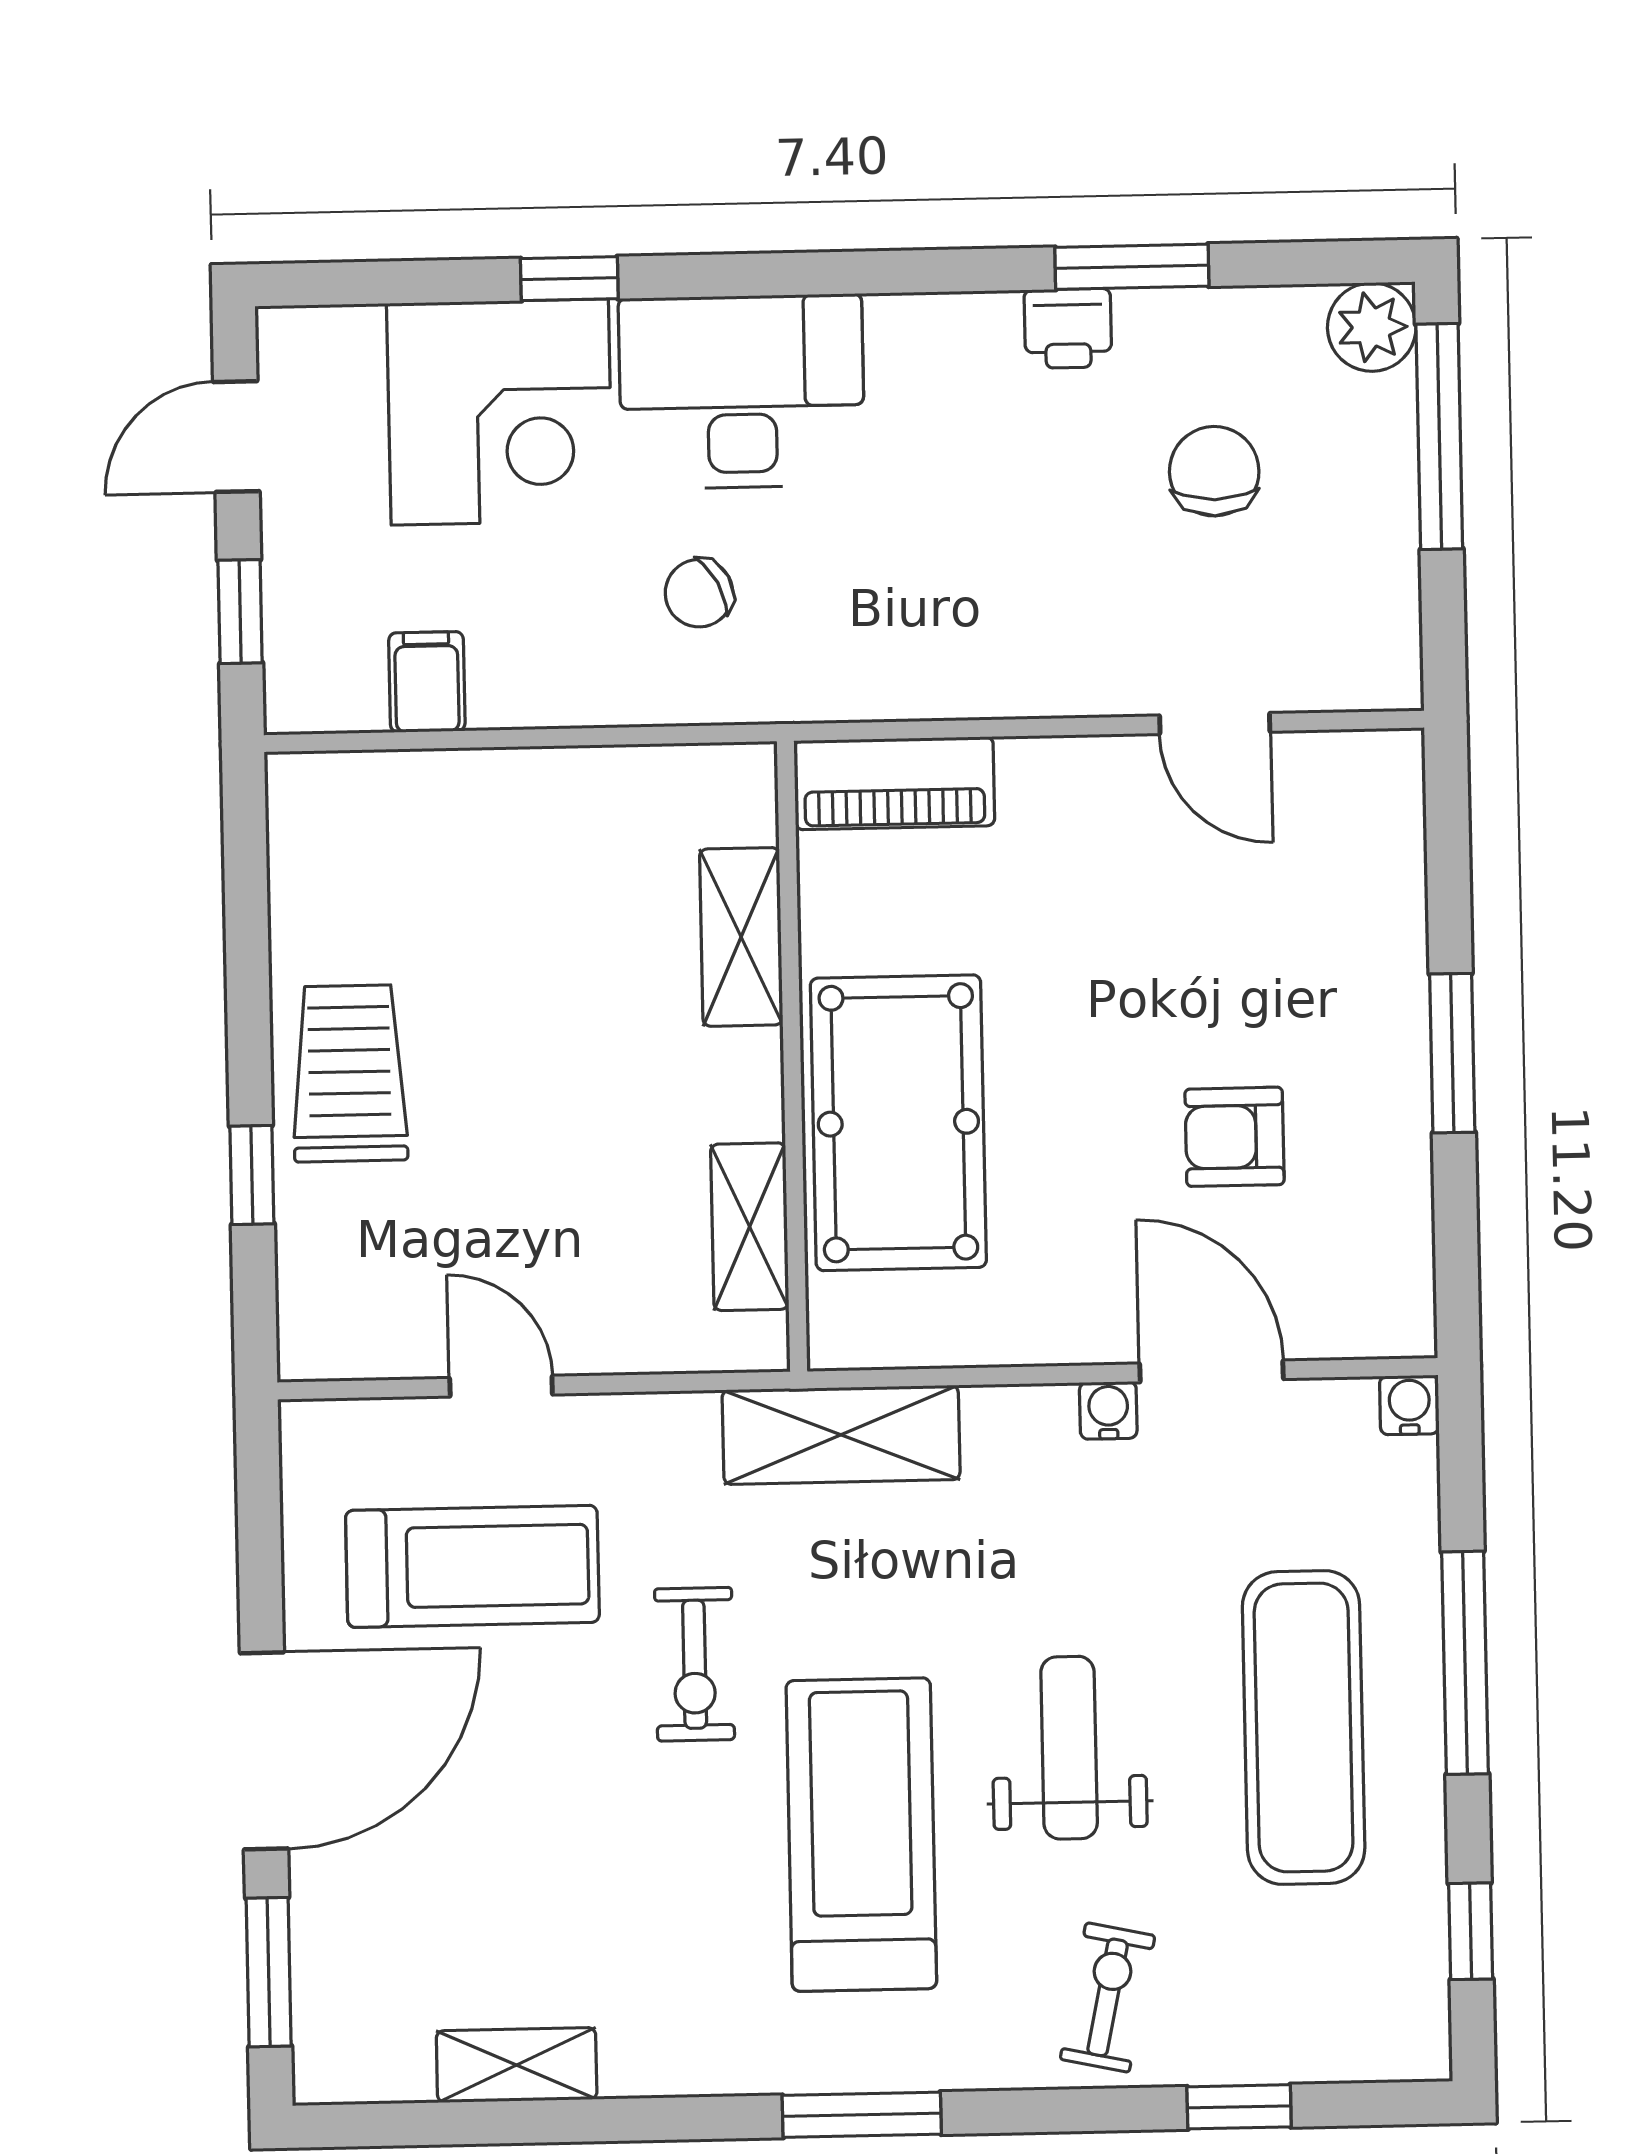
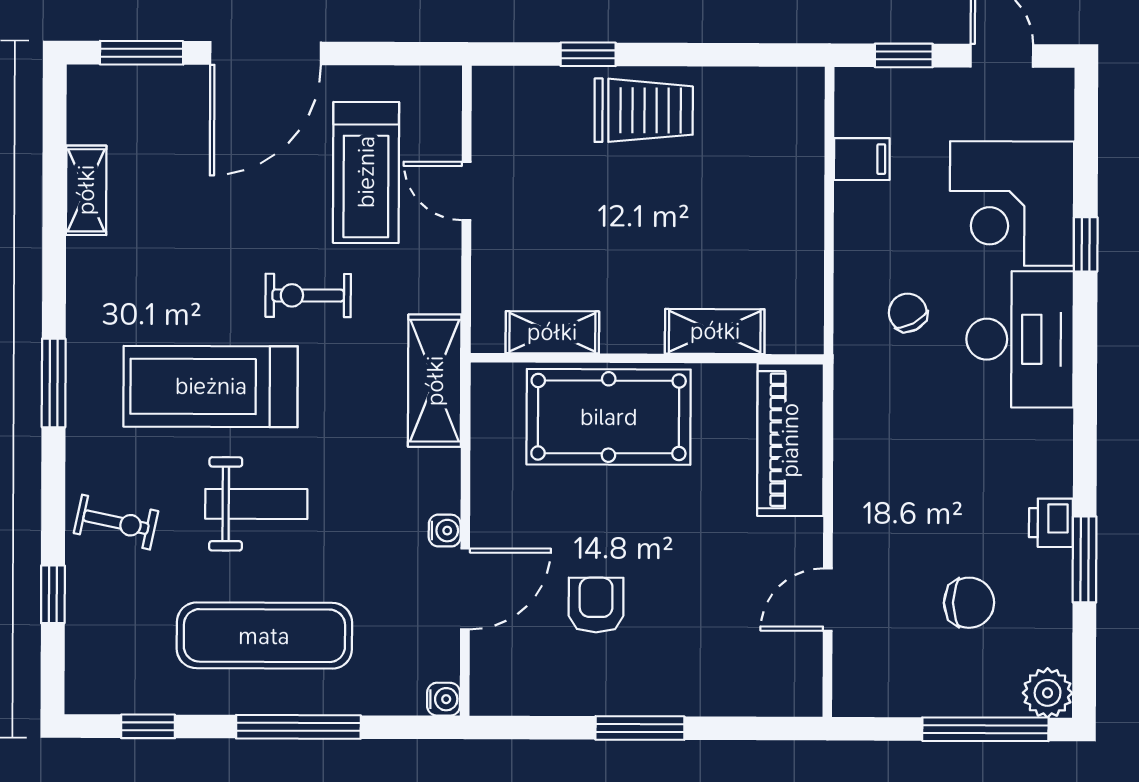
piano: (894, 783) -> (790, 440), width x1.37, depth x1.33
door: (501, 1386) -> (466, 191), swing flipped
door: (264, 1751) -> (266, 53), hinge flipped
treadmill: (861, 1835) -> (211, 386), turned 180

